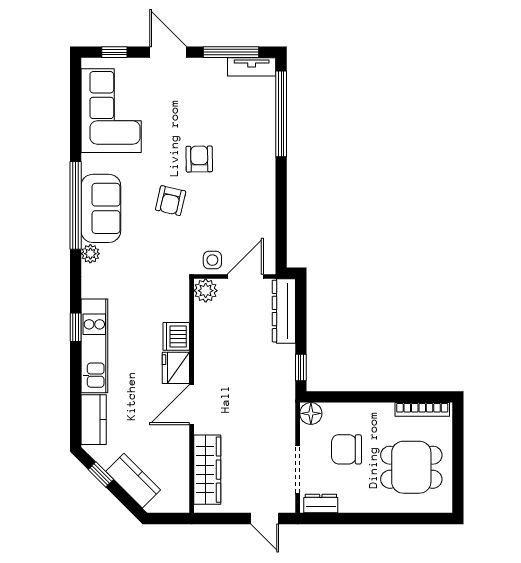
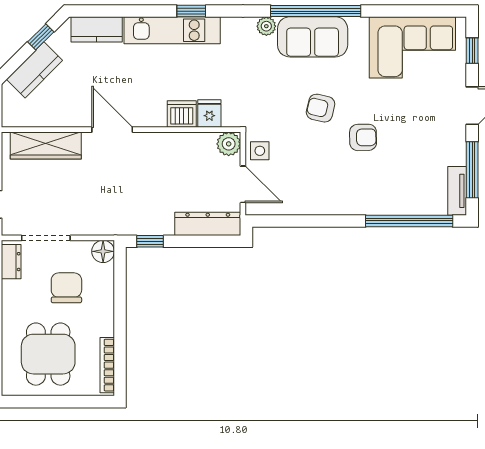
fridge: (176, 368) -> (209, 114), moved, width x0.72

